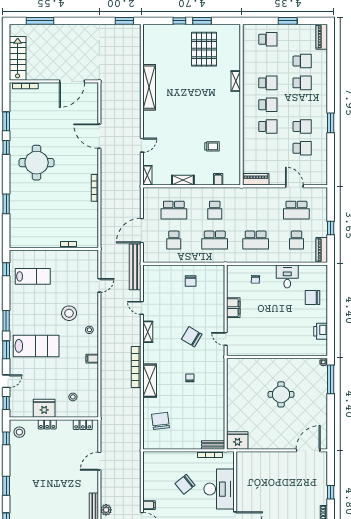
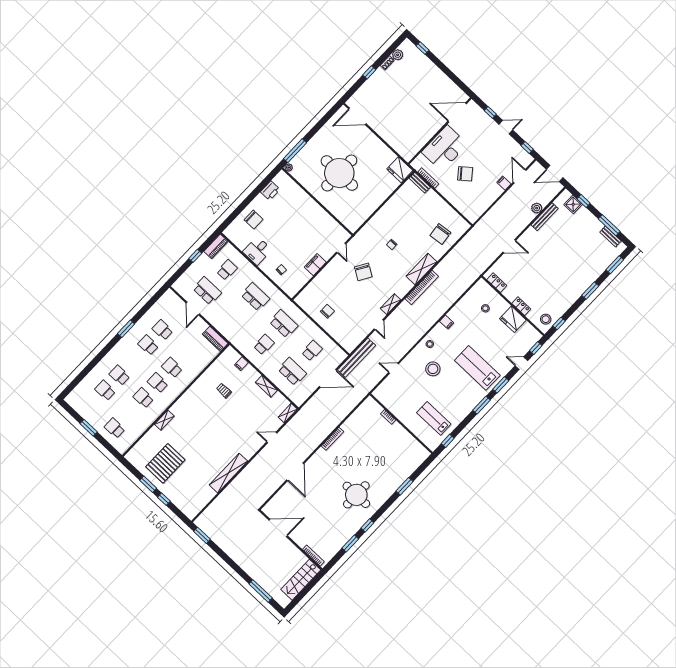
piano: (322, 37) -> (75, 394), removed
round table: (281, 394) -> (339, 173), width x1.86, depth x1.86

